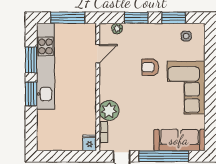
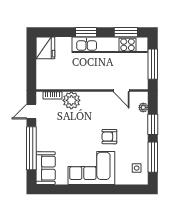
window: (174, 18) -> (153, 157), width x1.44
window: (31, 60) -> (126, 32), moved
armchair: (150, 67) -> (109, 137), turned -90
sofa: (179, 140) -> (46, 168), width x0.73
fridge: (90, 143) -> (45, 48), moved, width x1.88, depth x1.34

